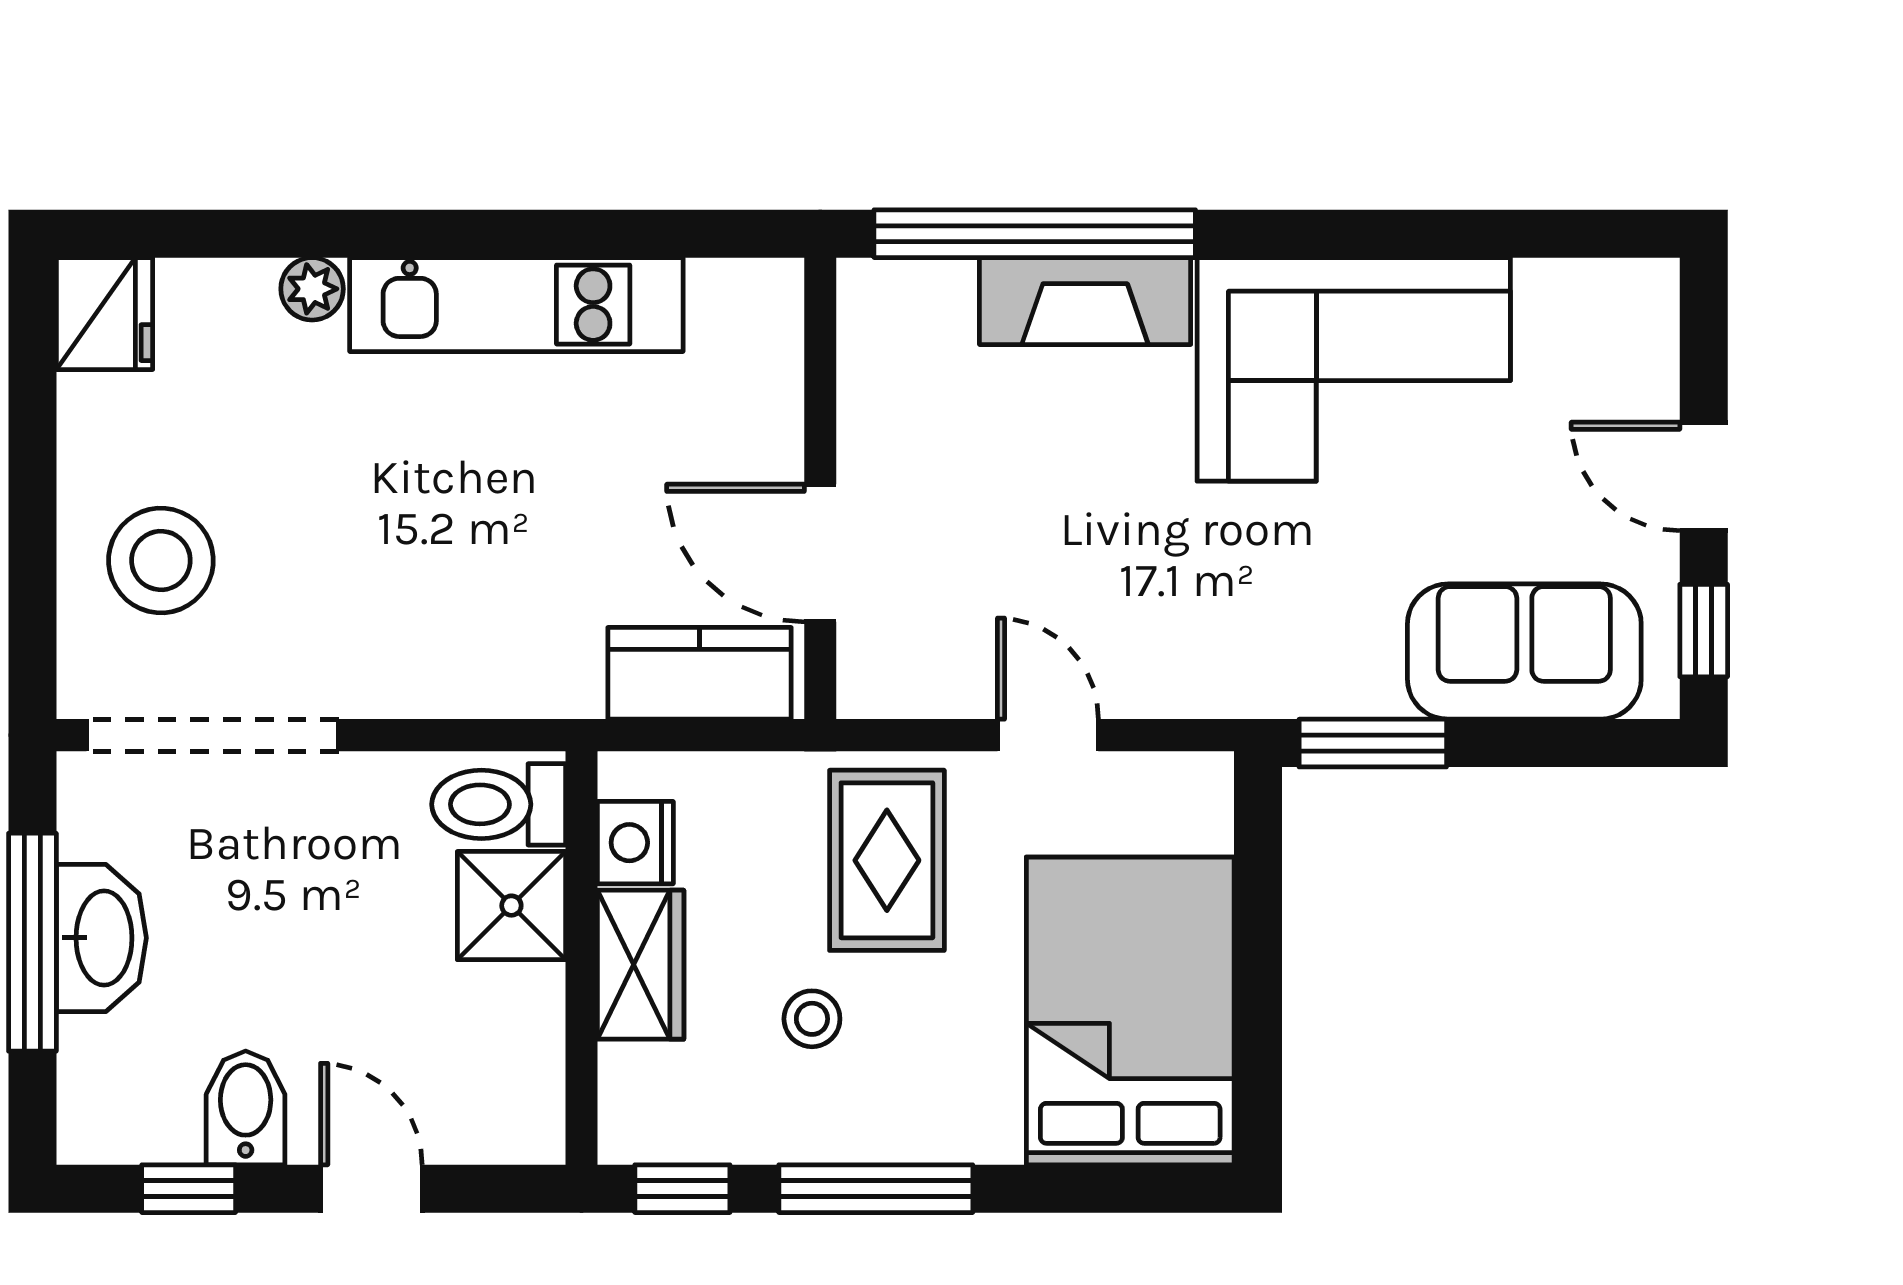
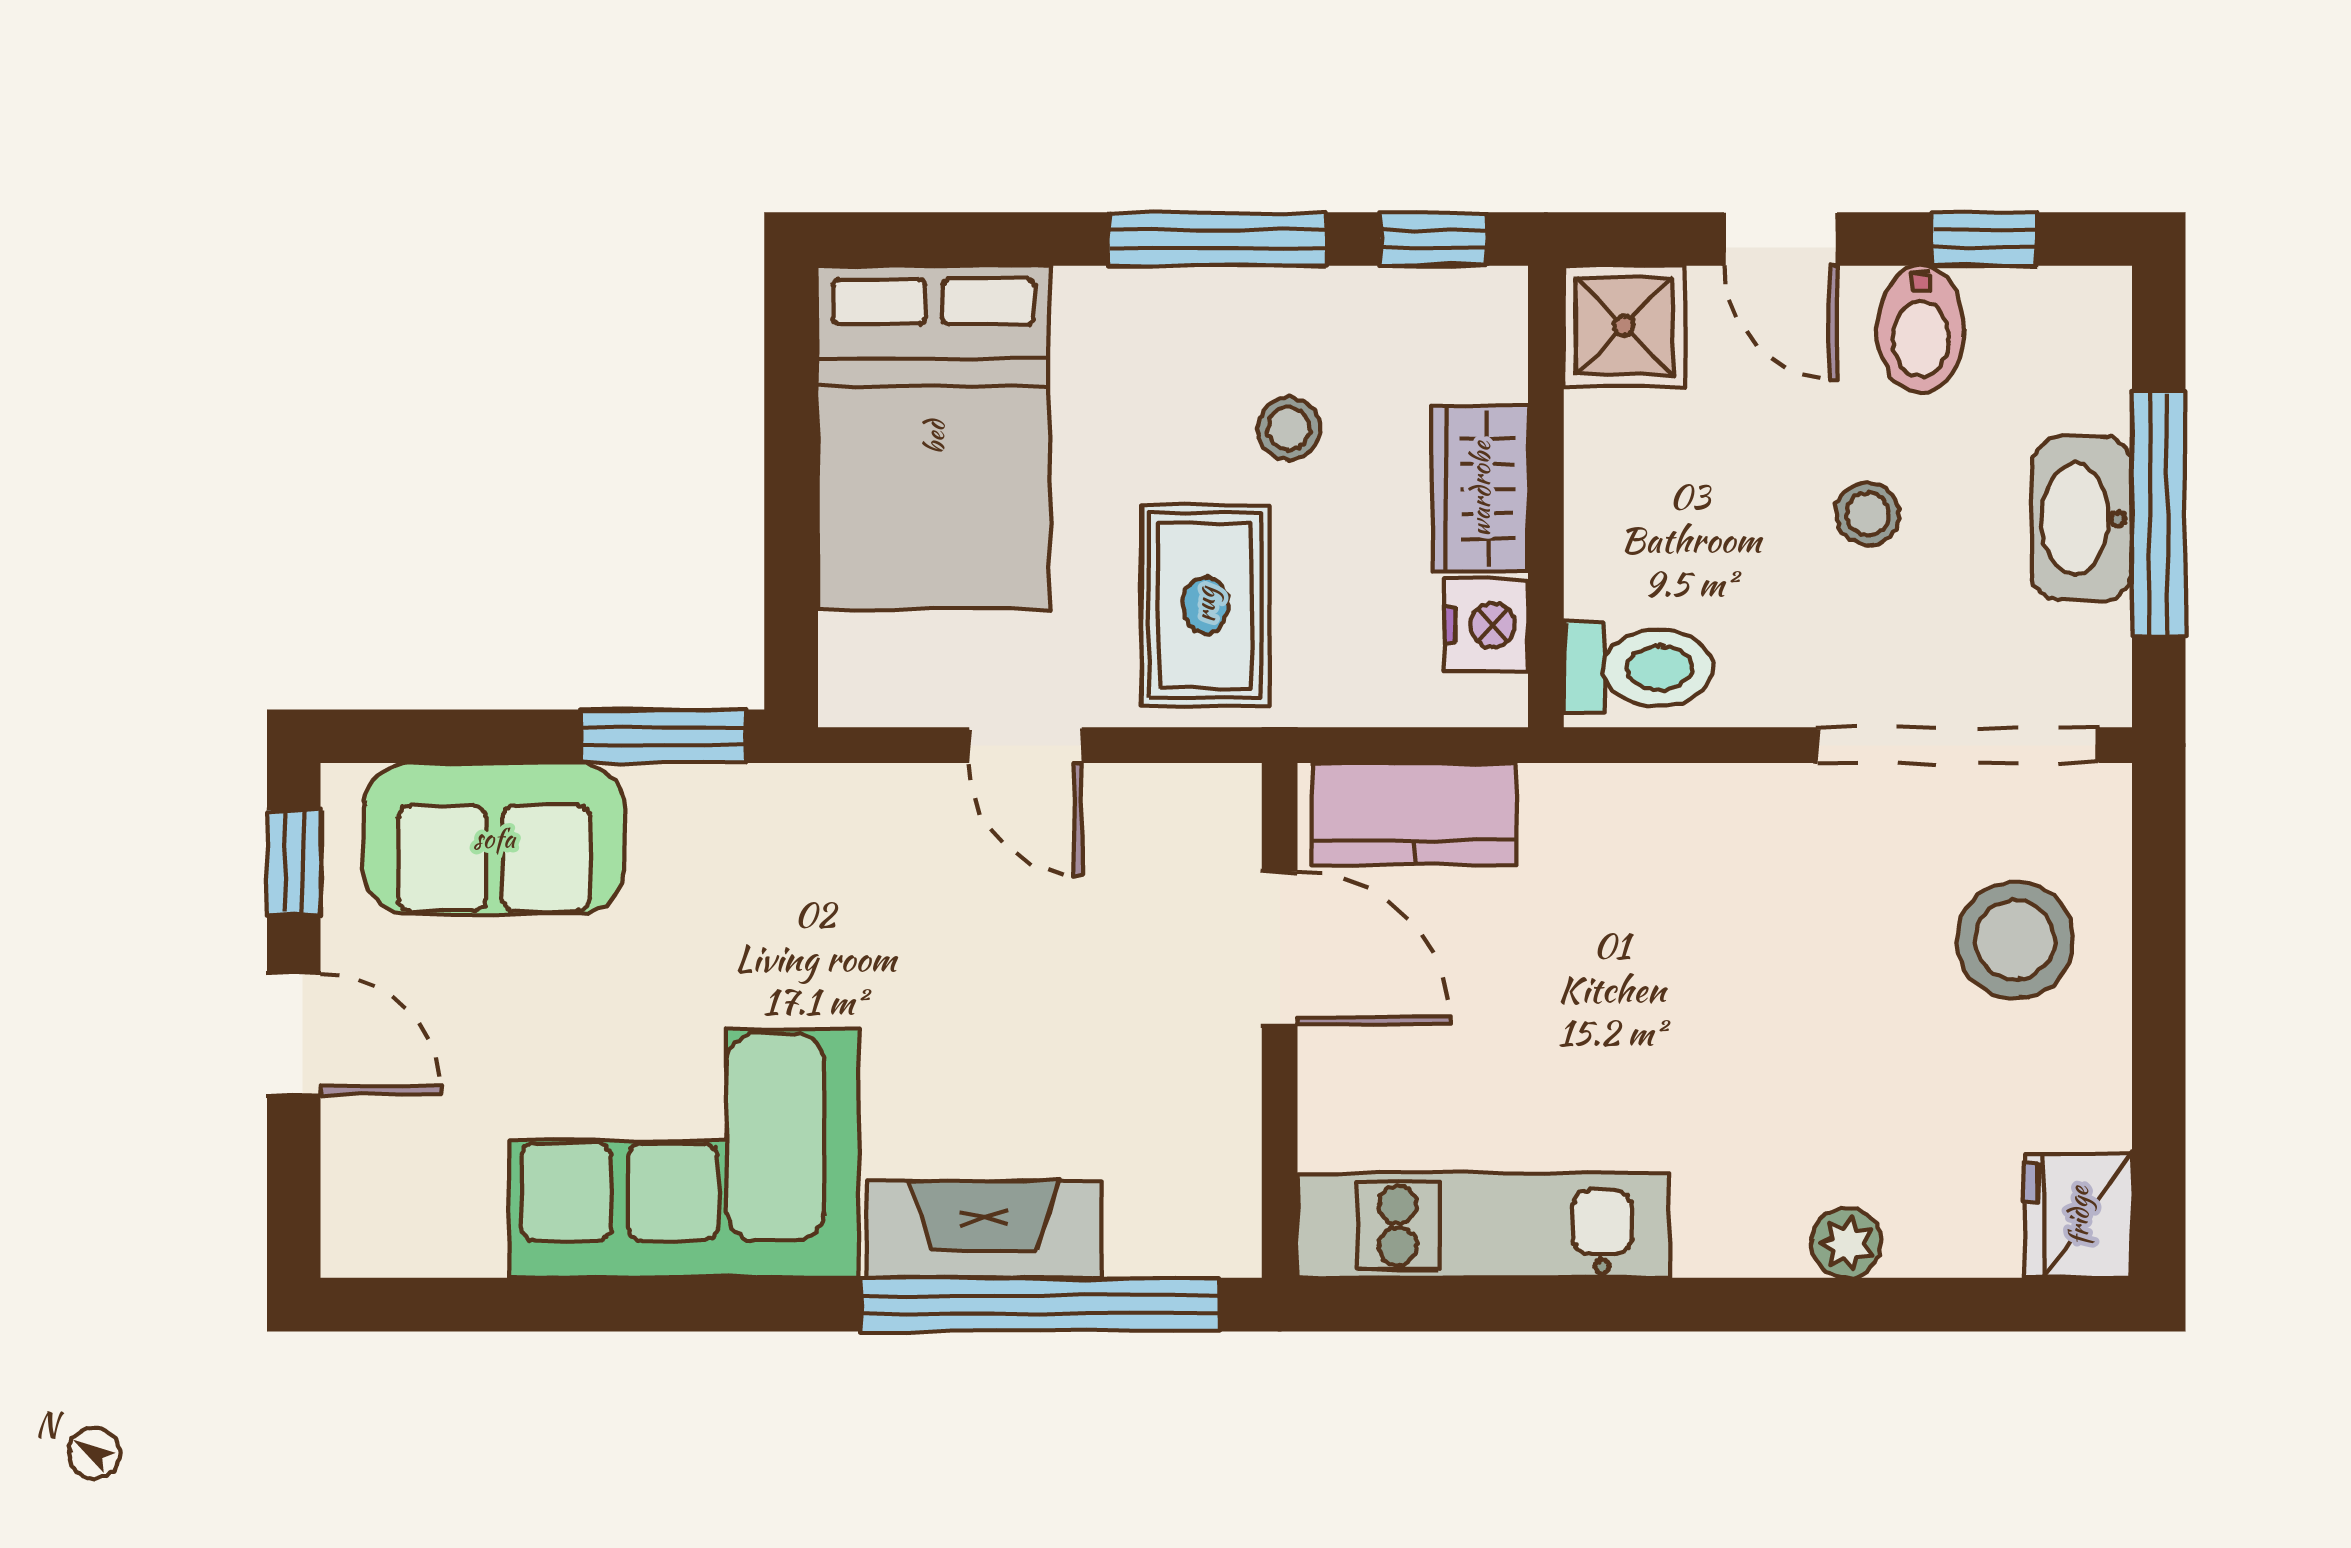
kitchen unit: (516, 305) -> (1483, 1226), moved
shower: (511, 906) -> (1624, 326), moved
stool: (294, 942) -> (1867, 514), added

